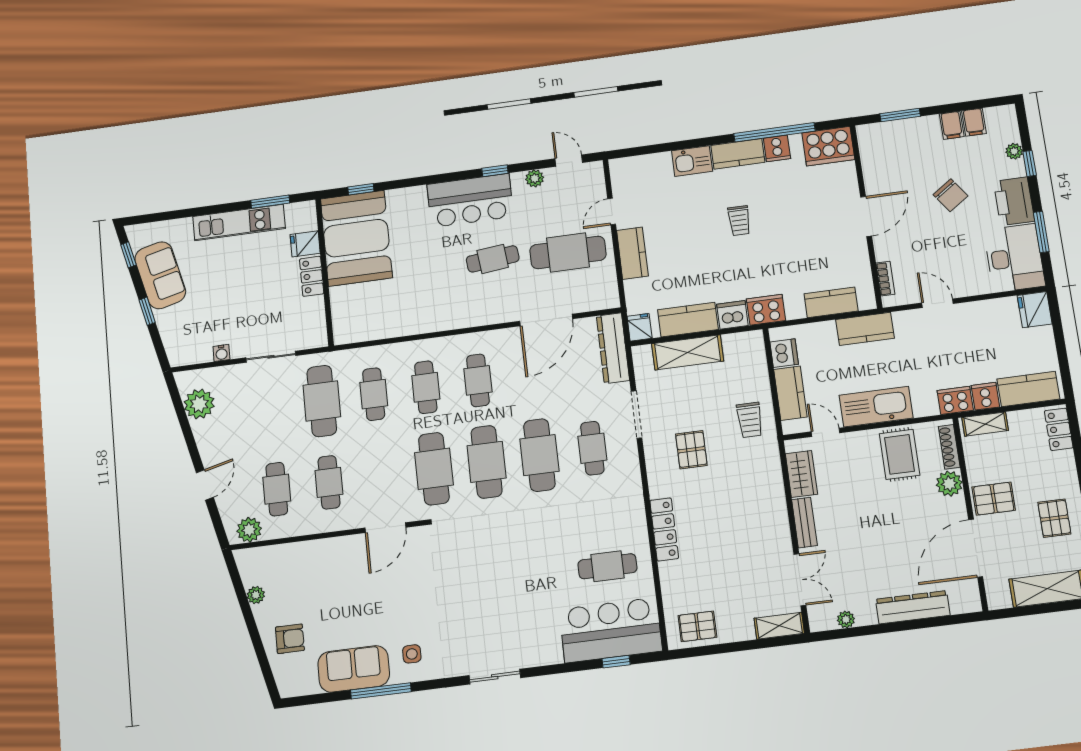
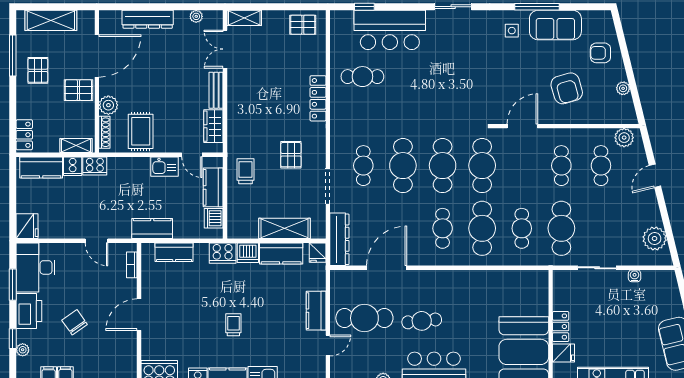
cafe table: (426, 387) -> (482, 228), width x1.37, depth x1.35
kitchen sink: (876, 407) -> (164, 167), width x0.53, depth x0.81
armchair: (331, 585) -> (567, 88), added
bar counter: (611, 630) -> (390, 30), moved

